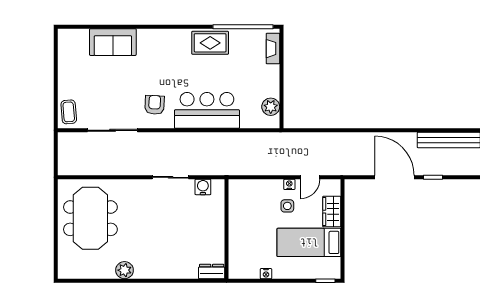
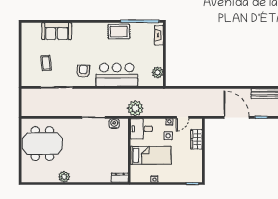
coffee table: (69, 112) -> (46, 63), moved
plant: (236, 163) -> (135, 108), added
desk: (246, 195) -> (141, 129), added
meeting table: (90, 218) -> (42, 144), turned 90
bed: (309, 242) -> (151, 155), moved, turned 180

